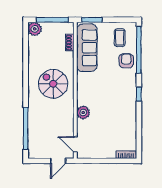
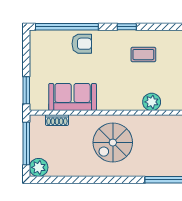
coffee table: (120, 38) -> (143, 55), moved
sofa: (87, 48) -> (73, 97), width x0.73
armchair: (126, 61) -> (82, 44), turned 180

